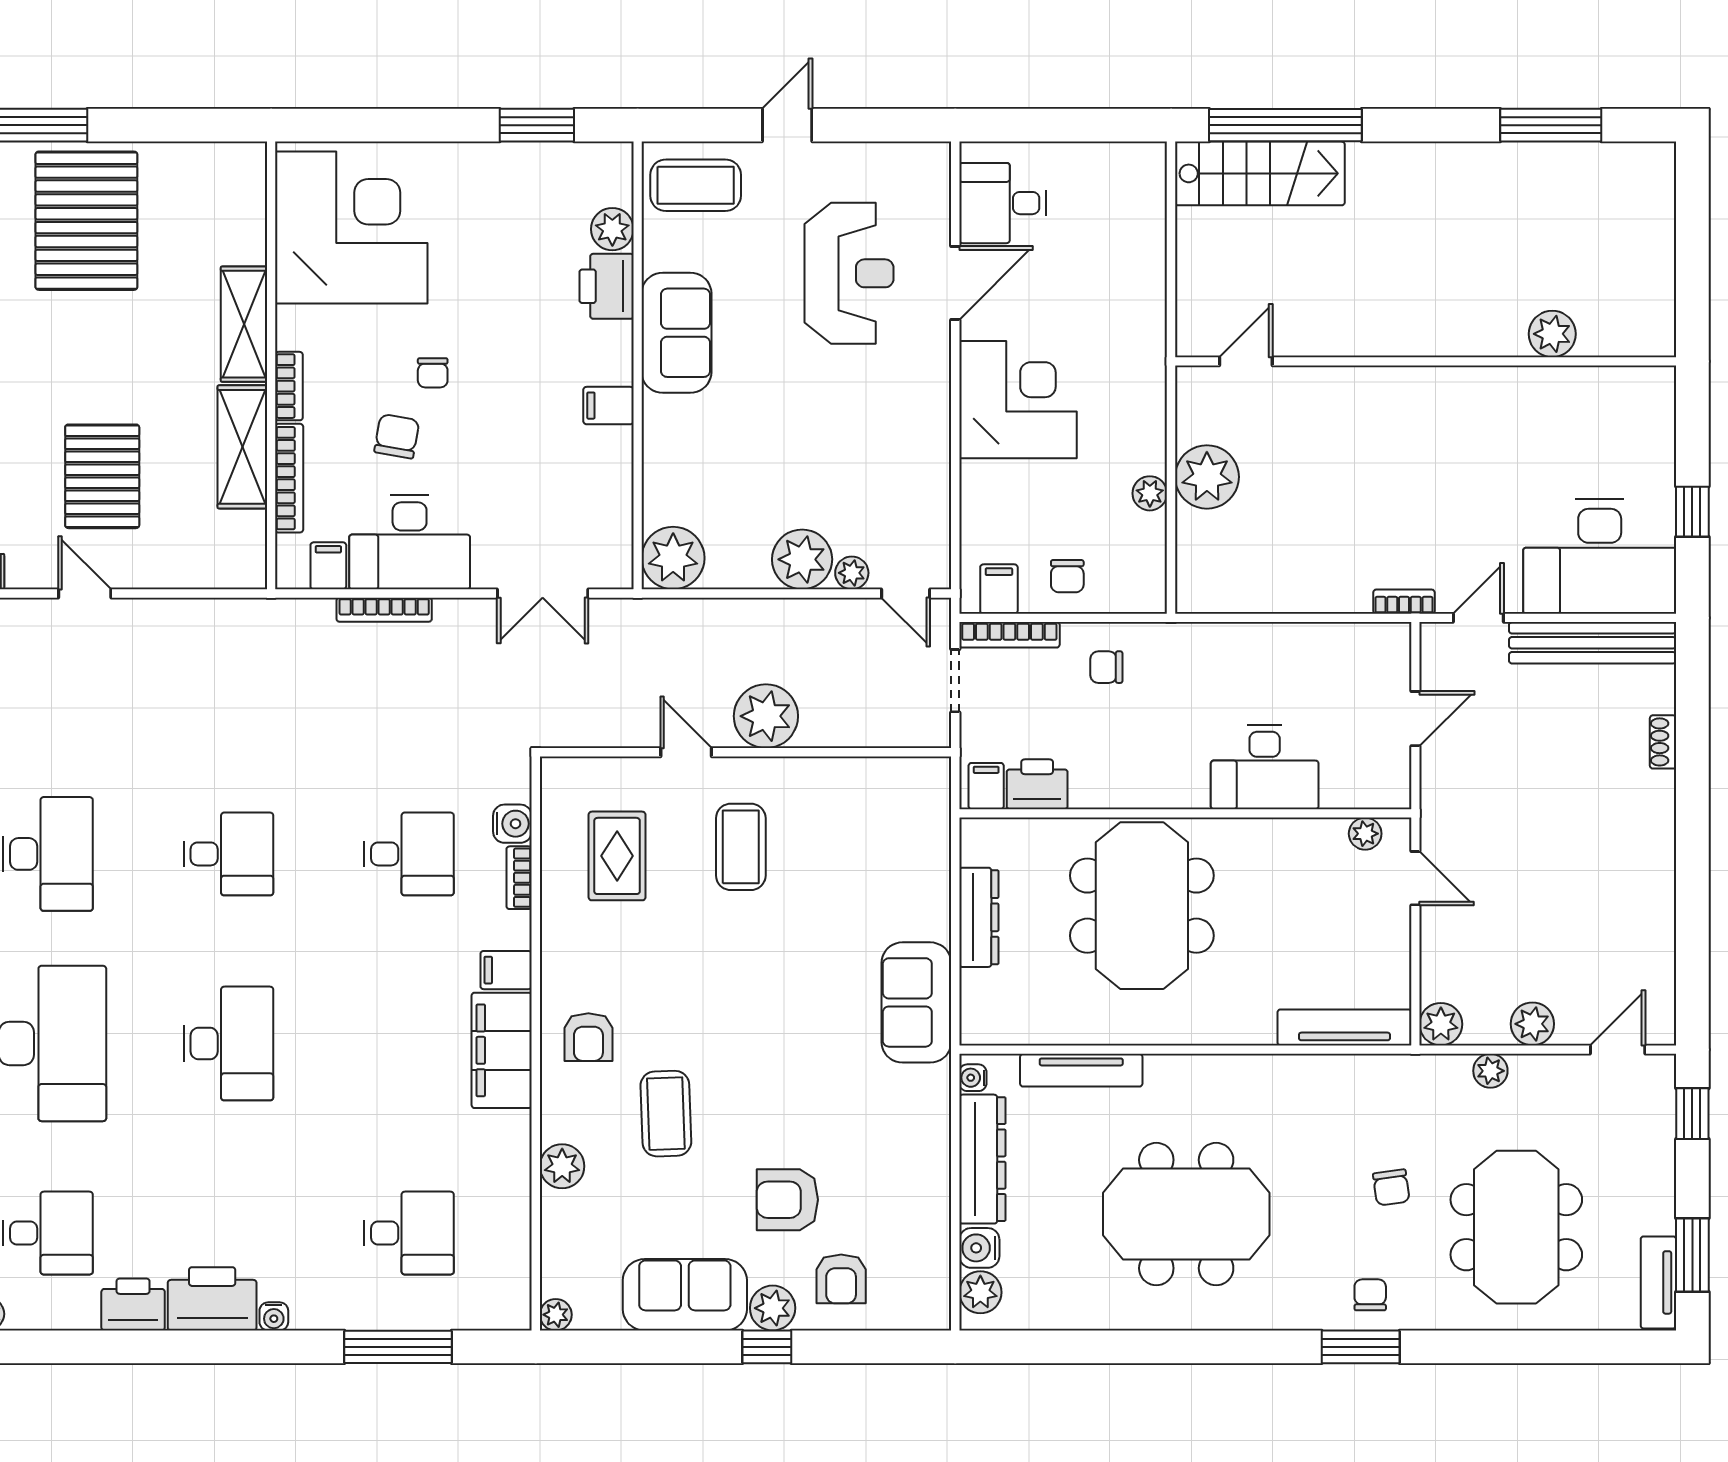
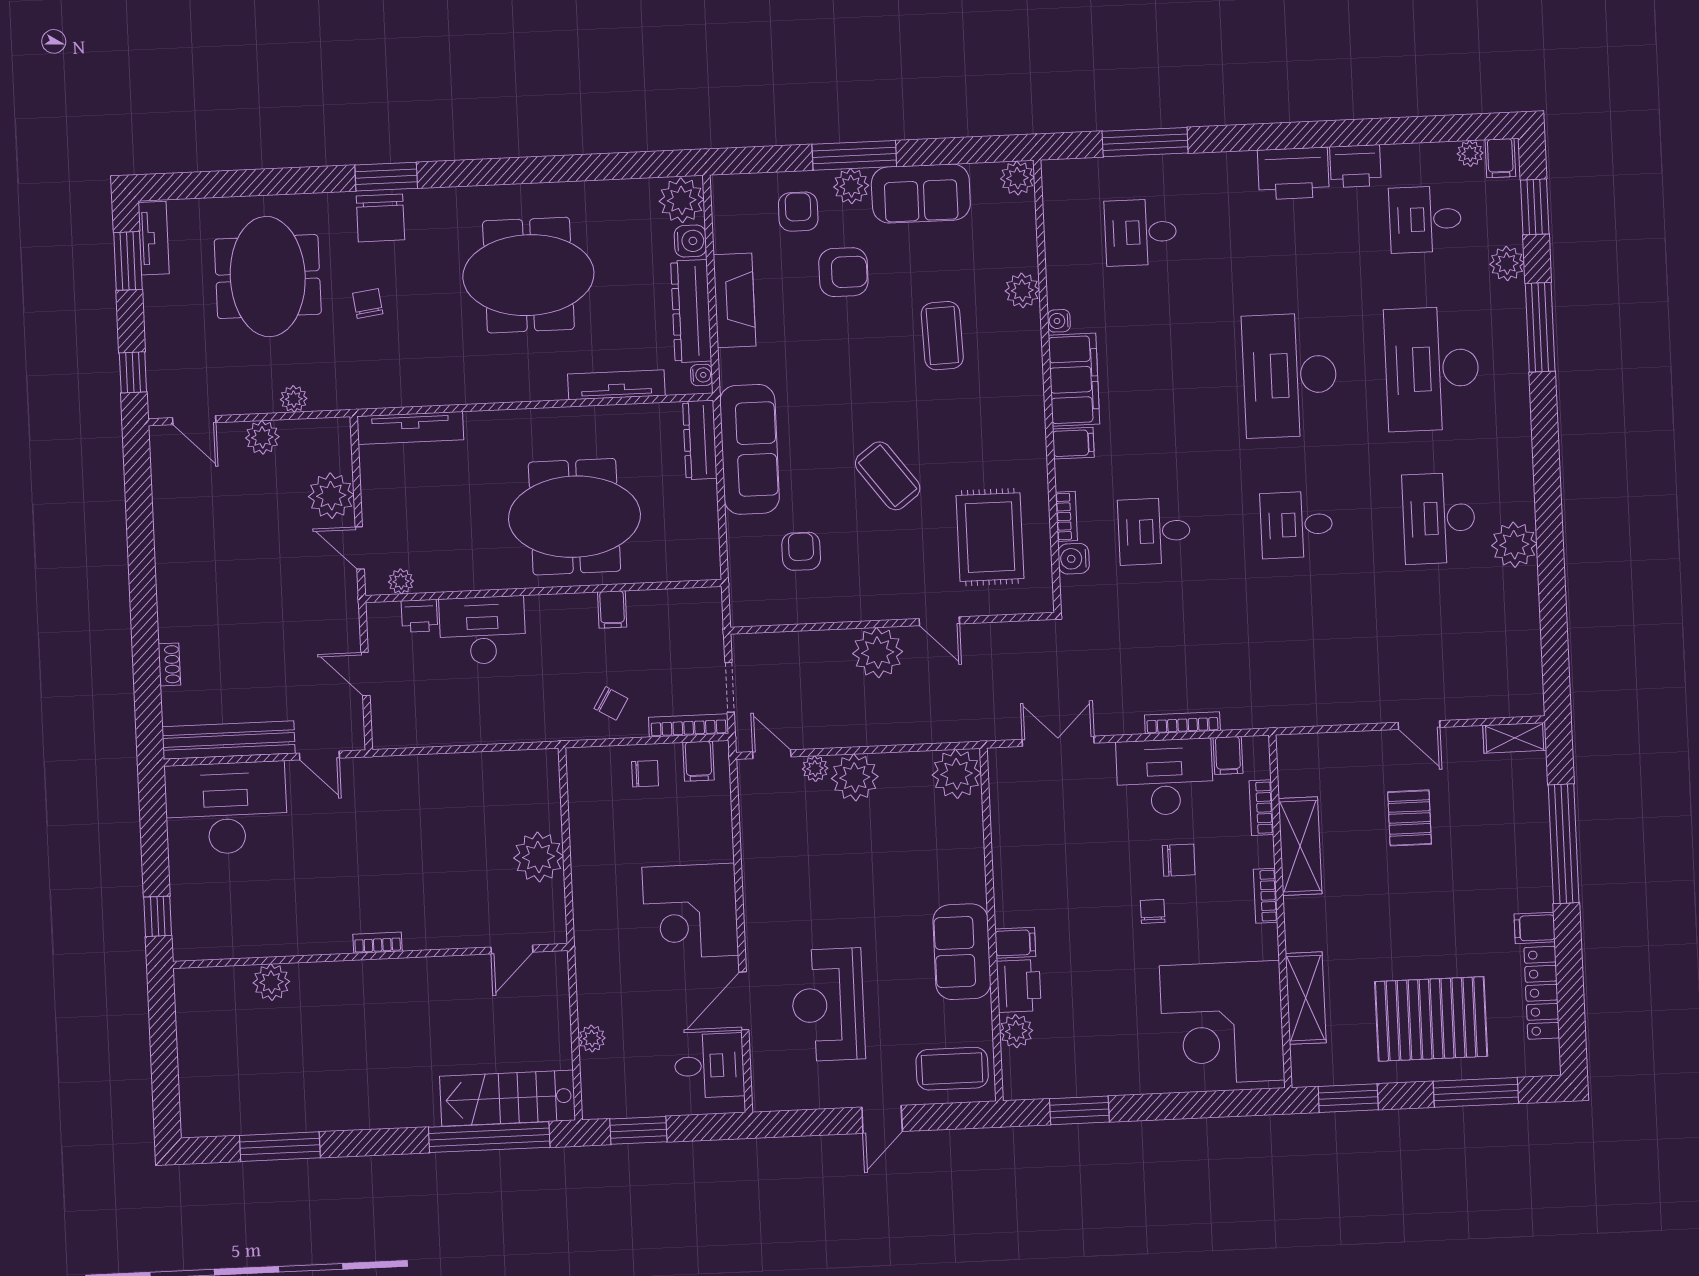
window: (196, 125) -> (1348, 1098), added
window: (1096, 125) -> (638, 1130), added
pallet: (86, 221) -> (1431, 1019), turned 90
shelving: (244, 324) -> (1306, 998), moved
filing cabinet: (608, 406) -> (1015, 943), moved
chair: (397, 436) -> (1179, 860), turned -100
pallet: (102, 476) -> (1410, 818), width x0.67, depth x0.71
bookcase: (289, 478) -> (1261, 808), width x0.64
plant: (1150, 493) -> (592, 1038), moved
window: (1692, 512) -> (158, 916), moved
chair: (1067, 576) -> (645, 774), turned 90
bookcase: (1404, 602) -> (378, 943), moved, turned 180
door: (1478, 618) -> (319, 756), hinge flipped
chair: (1106, 667) -> (611, 703), turned 31
door: (1415, 719) -> (365, 674), hinge flipped
printer: (1037, 784) -> (419, 616), moved, width x0.73, depth x0.81
filing cabinet: (986, 786) -> (612, 609), moved
coffee table: (741, 847) -> (888, 476), moved, turned -37
rug: (617, 856) -> (990, 537), width x1.36, depth x1.43
meeting table: (1142, 906) -> (574, 517), turned 90
dresser: (979, 917) -> (700, 440), moved
sofa: (916, 1002) -> (750, 449), width x1.36
plant: (1441, 1024) -> (331, 496), moved, width x1.36, depth x1.36
armchair: (588, 1037) -> (801, 551), moved
desk: (228, 1043) -> (1290, 375), width x1.36, depth x1.30
door: (1618, 1050) -> (194, 420), hinge flipped
fireplace: (927, 1170) -> (734, 300), added
plant: (980, 1292) -> (682, 200), width x1.36, depth x1.36
chair: (1370, 1295) -> (380, 218), width x1.87, depth x1.87
plant: (556, 1315) -> (1017, 178), width x1.38, depth x1.38
water cooler: (274, 1316) -> (1059, 321), moved, turned -90
window: (767, 1347) -> (854, 155), width x2.17

